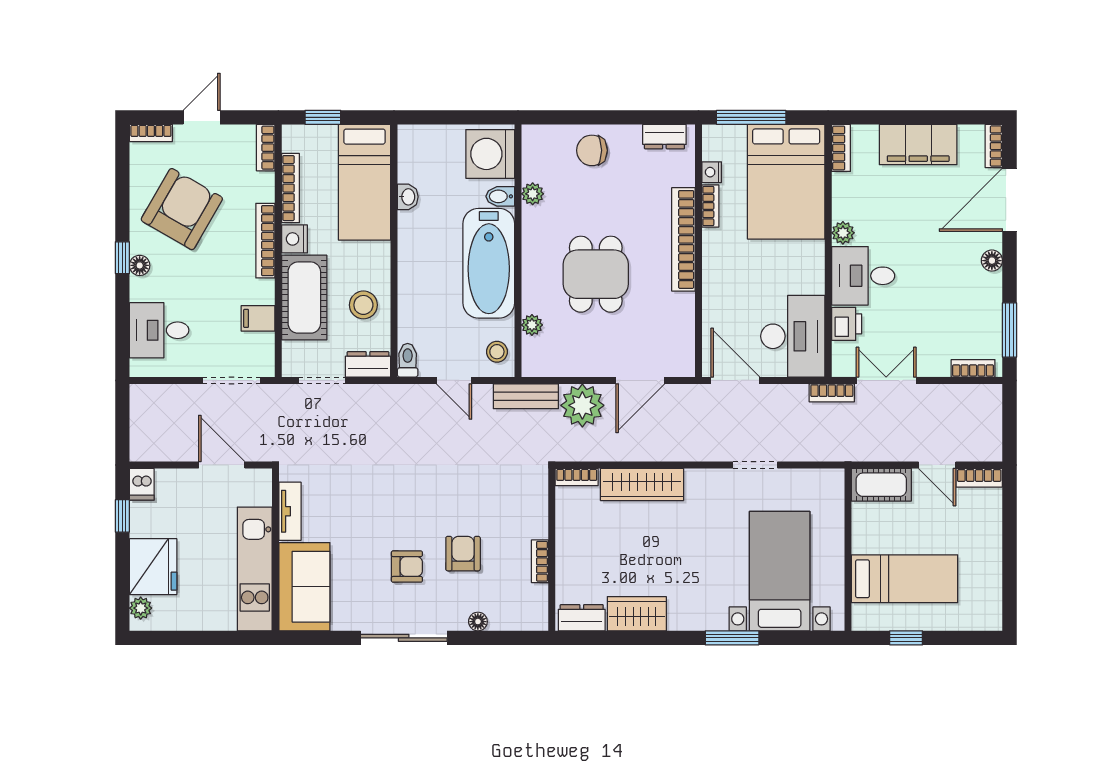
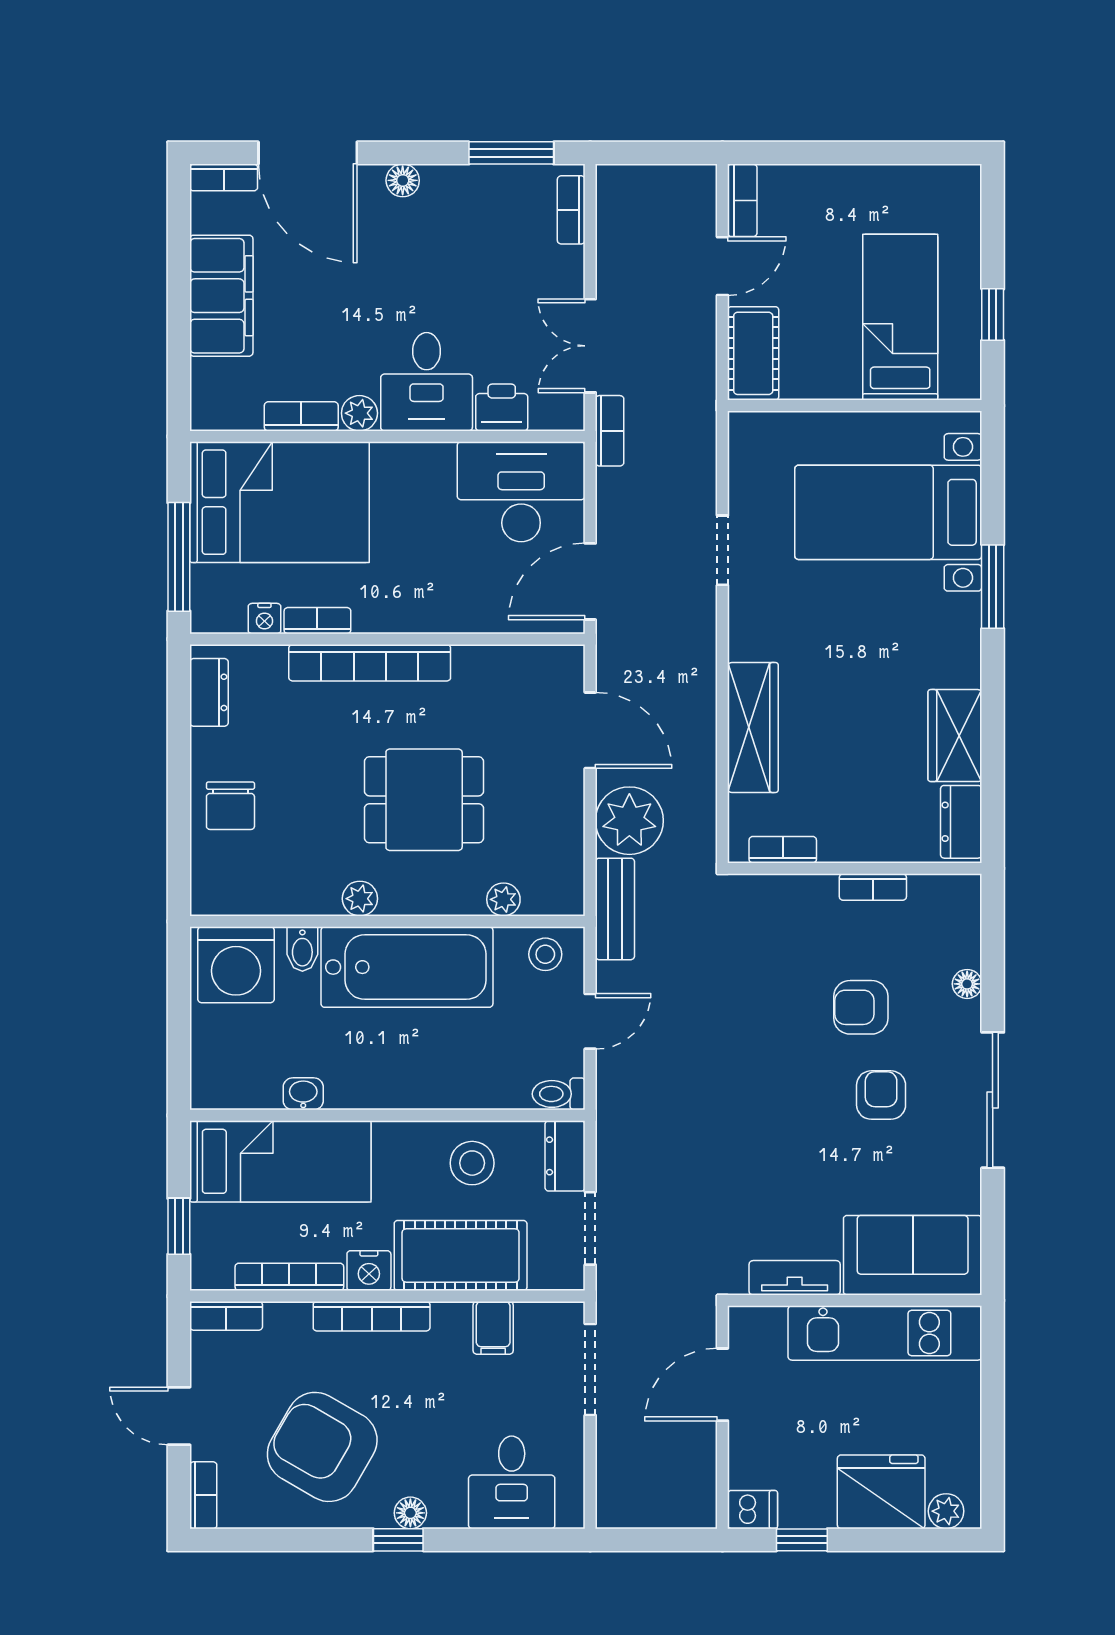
bookcase: (841, 148) -> (301, 416), moved
plant: (533, 194) -> (360, 899), moved
bookcase: (577, 477) -> (783, 850), moved, turned -90

